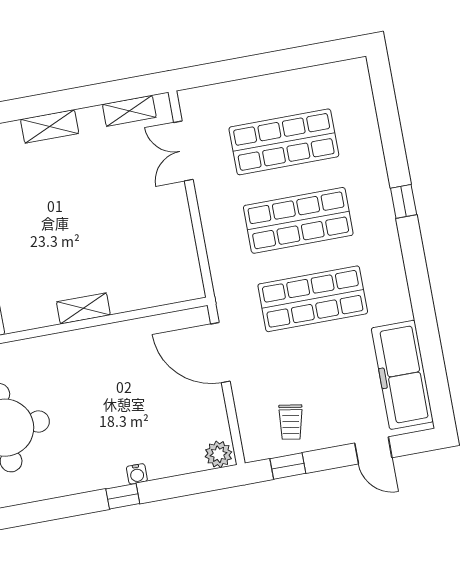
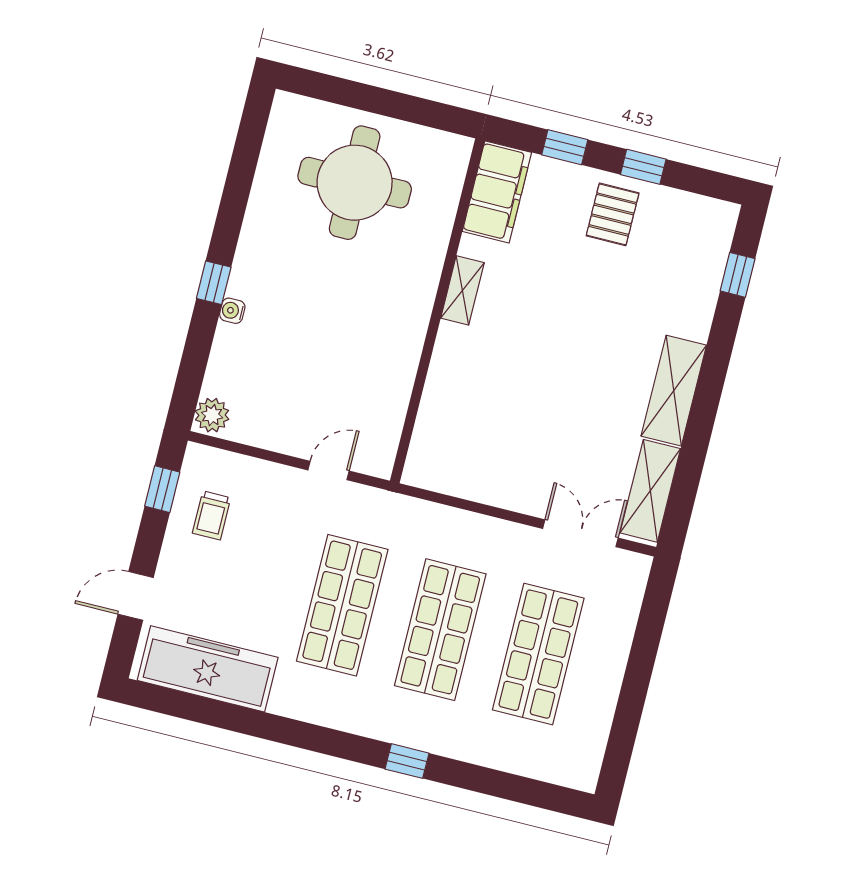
shelving: (129, 111) -> (650, 491), width x1.50, depth x1.33
shelving: (50, 126) -> (674, 391), width x1.50, depth x1.33
shelving: (83, 308) -> (462, 290), moved
door: (220, 353) -> (329, 470), width x0.53
trolley: (291, 422) -> (212, 515), turned -99

